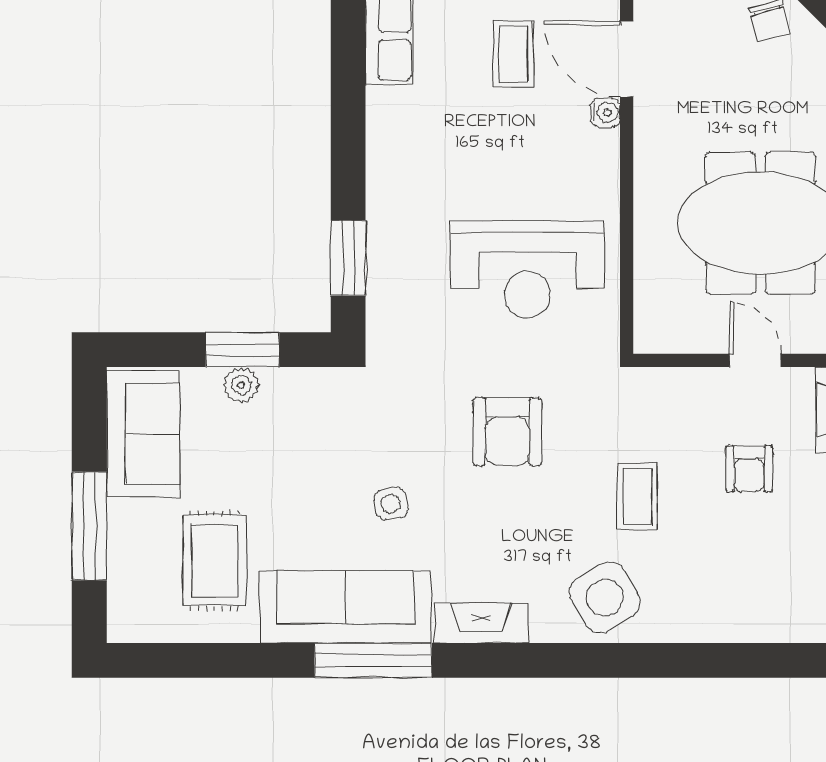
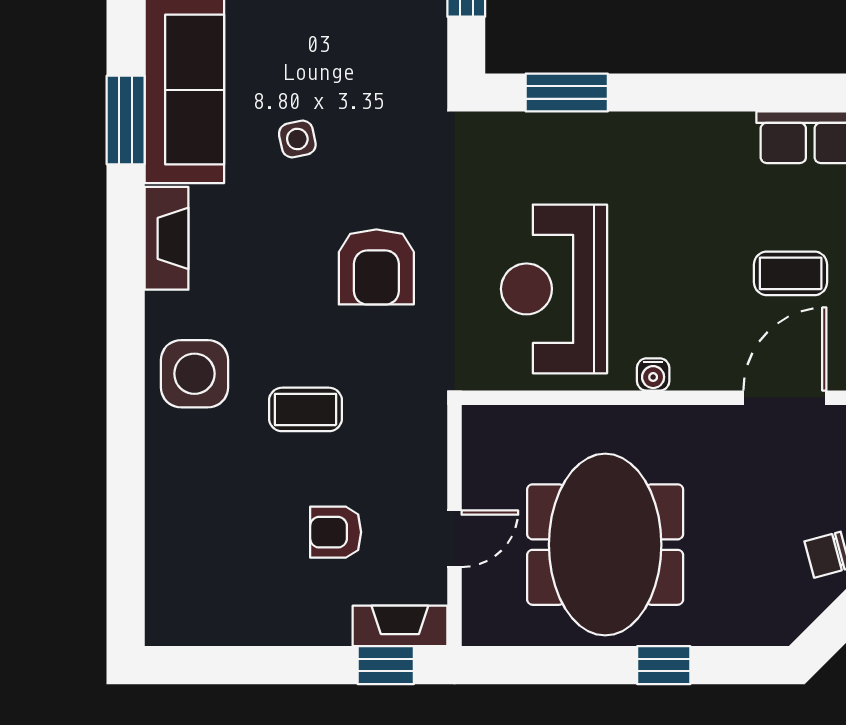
water cooler: (605, 112) -> (653, 374), moved
armchair: (507, 432) -> (376, 267), turned -90
side table: (605, 598) -> (194, 374), turned 31
window: (373, 660) -> (126, 120), width x0.69

